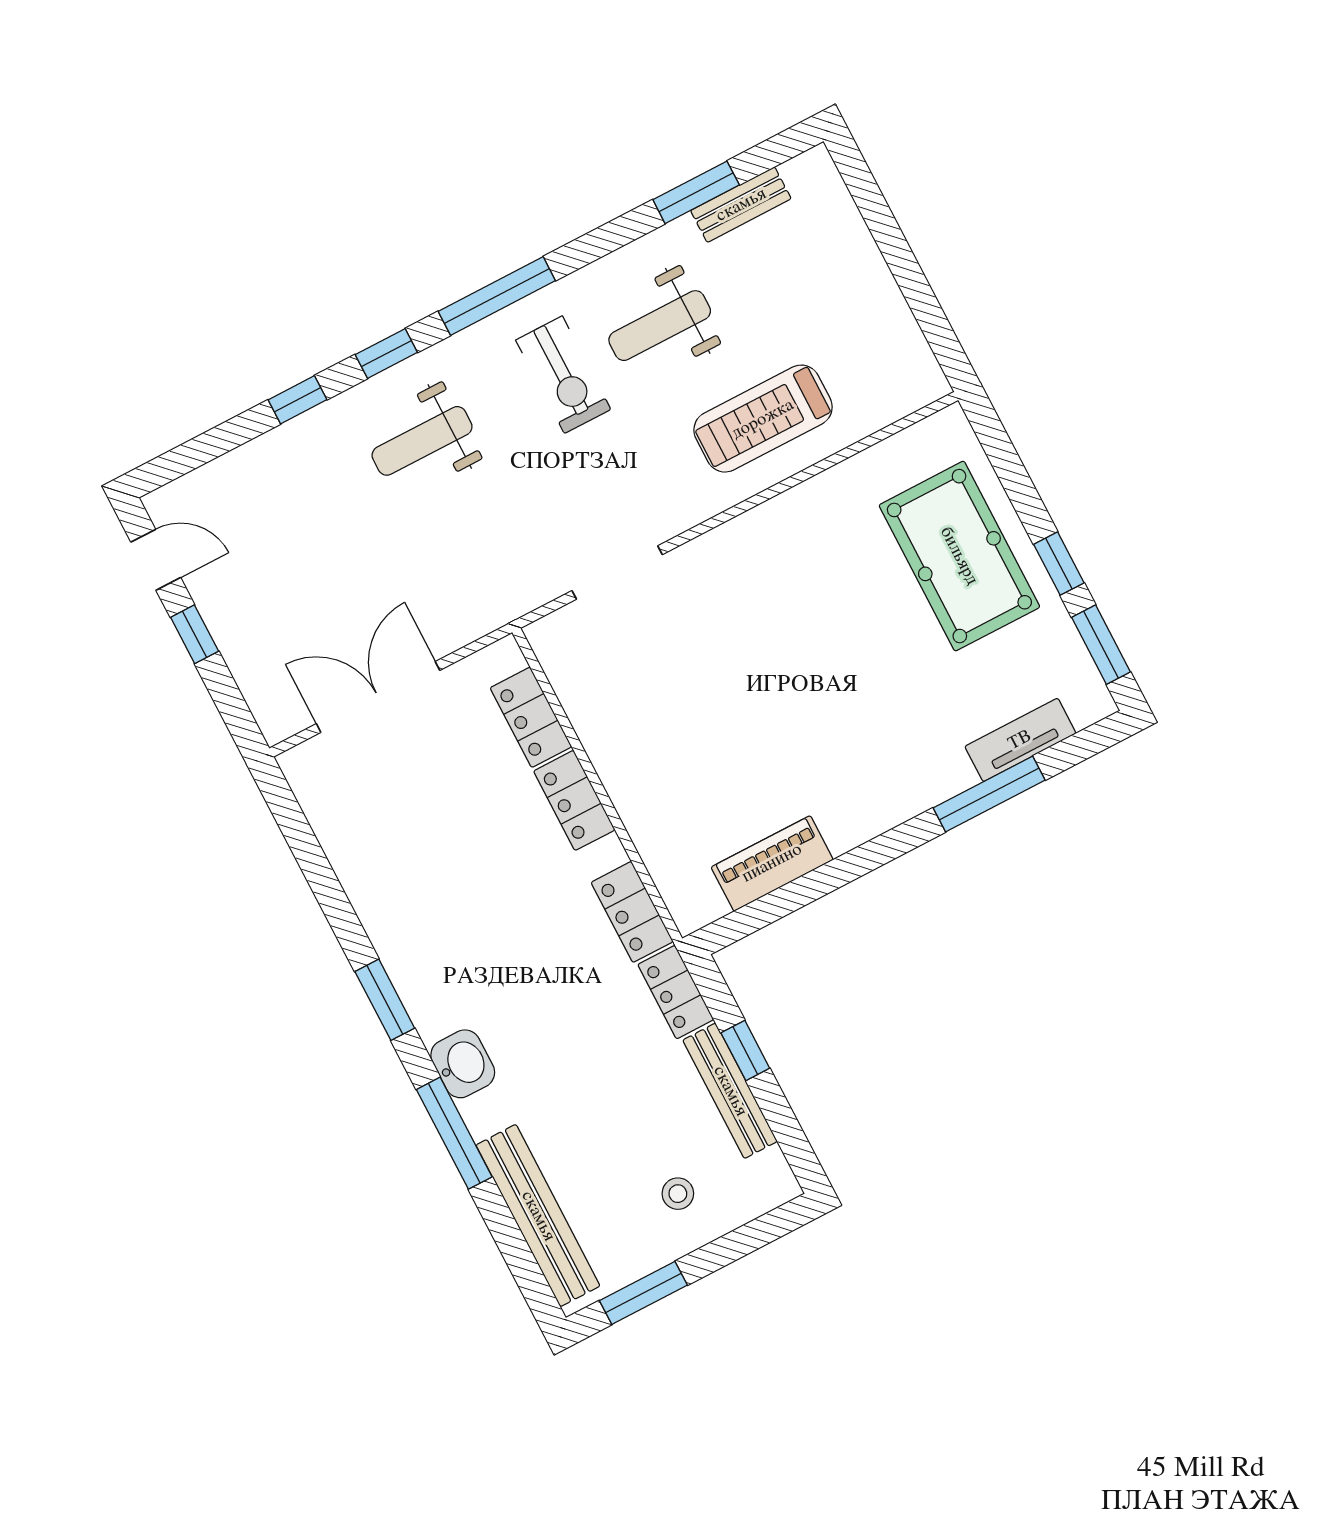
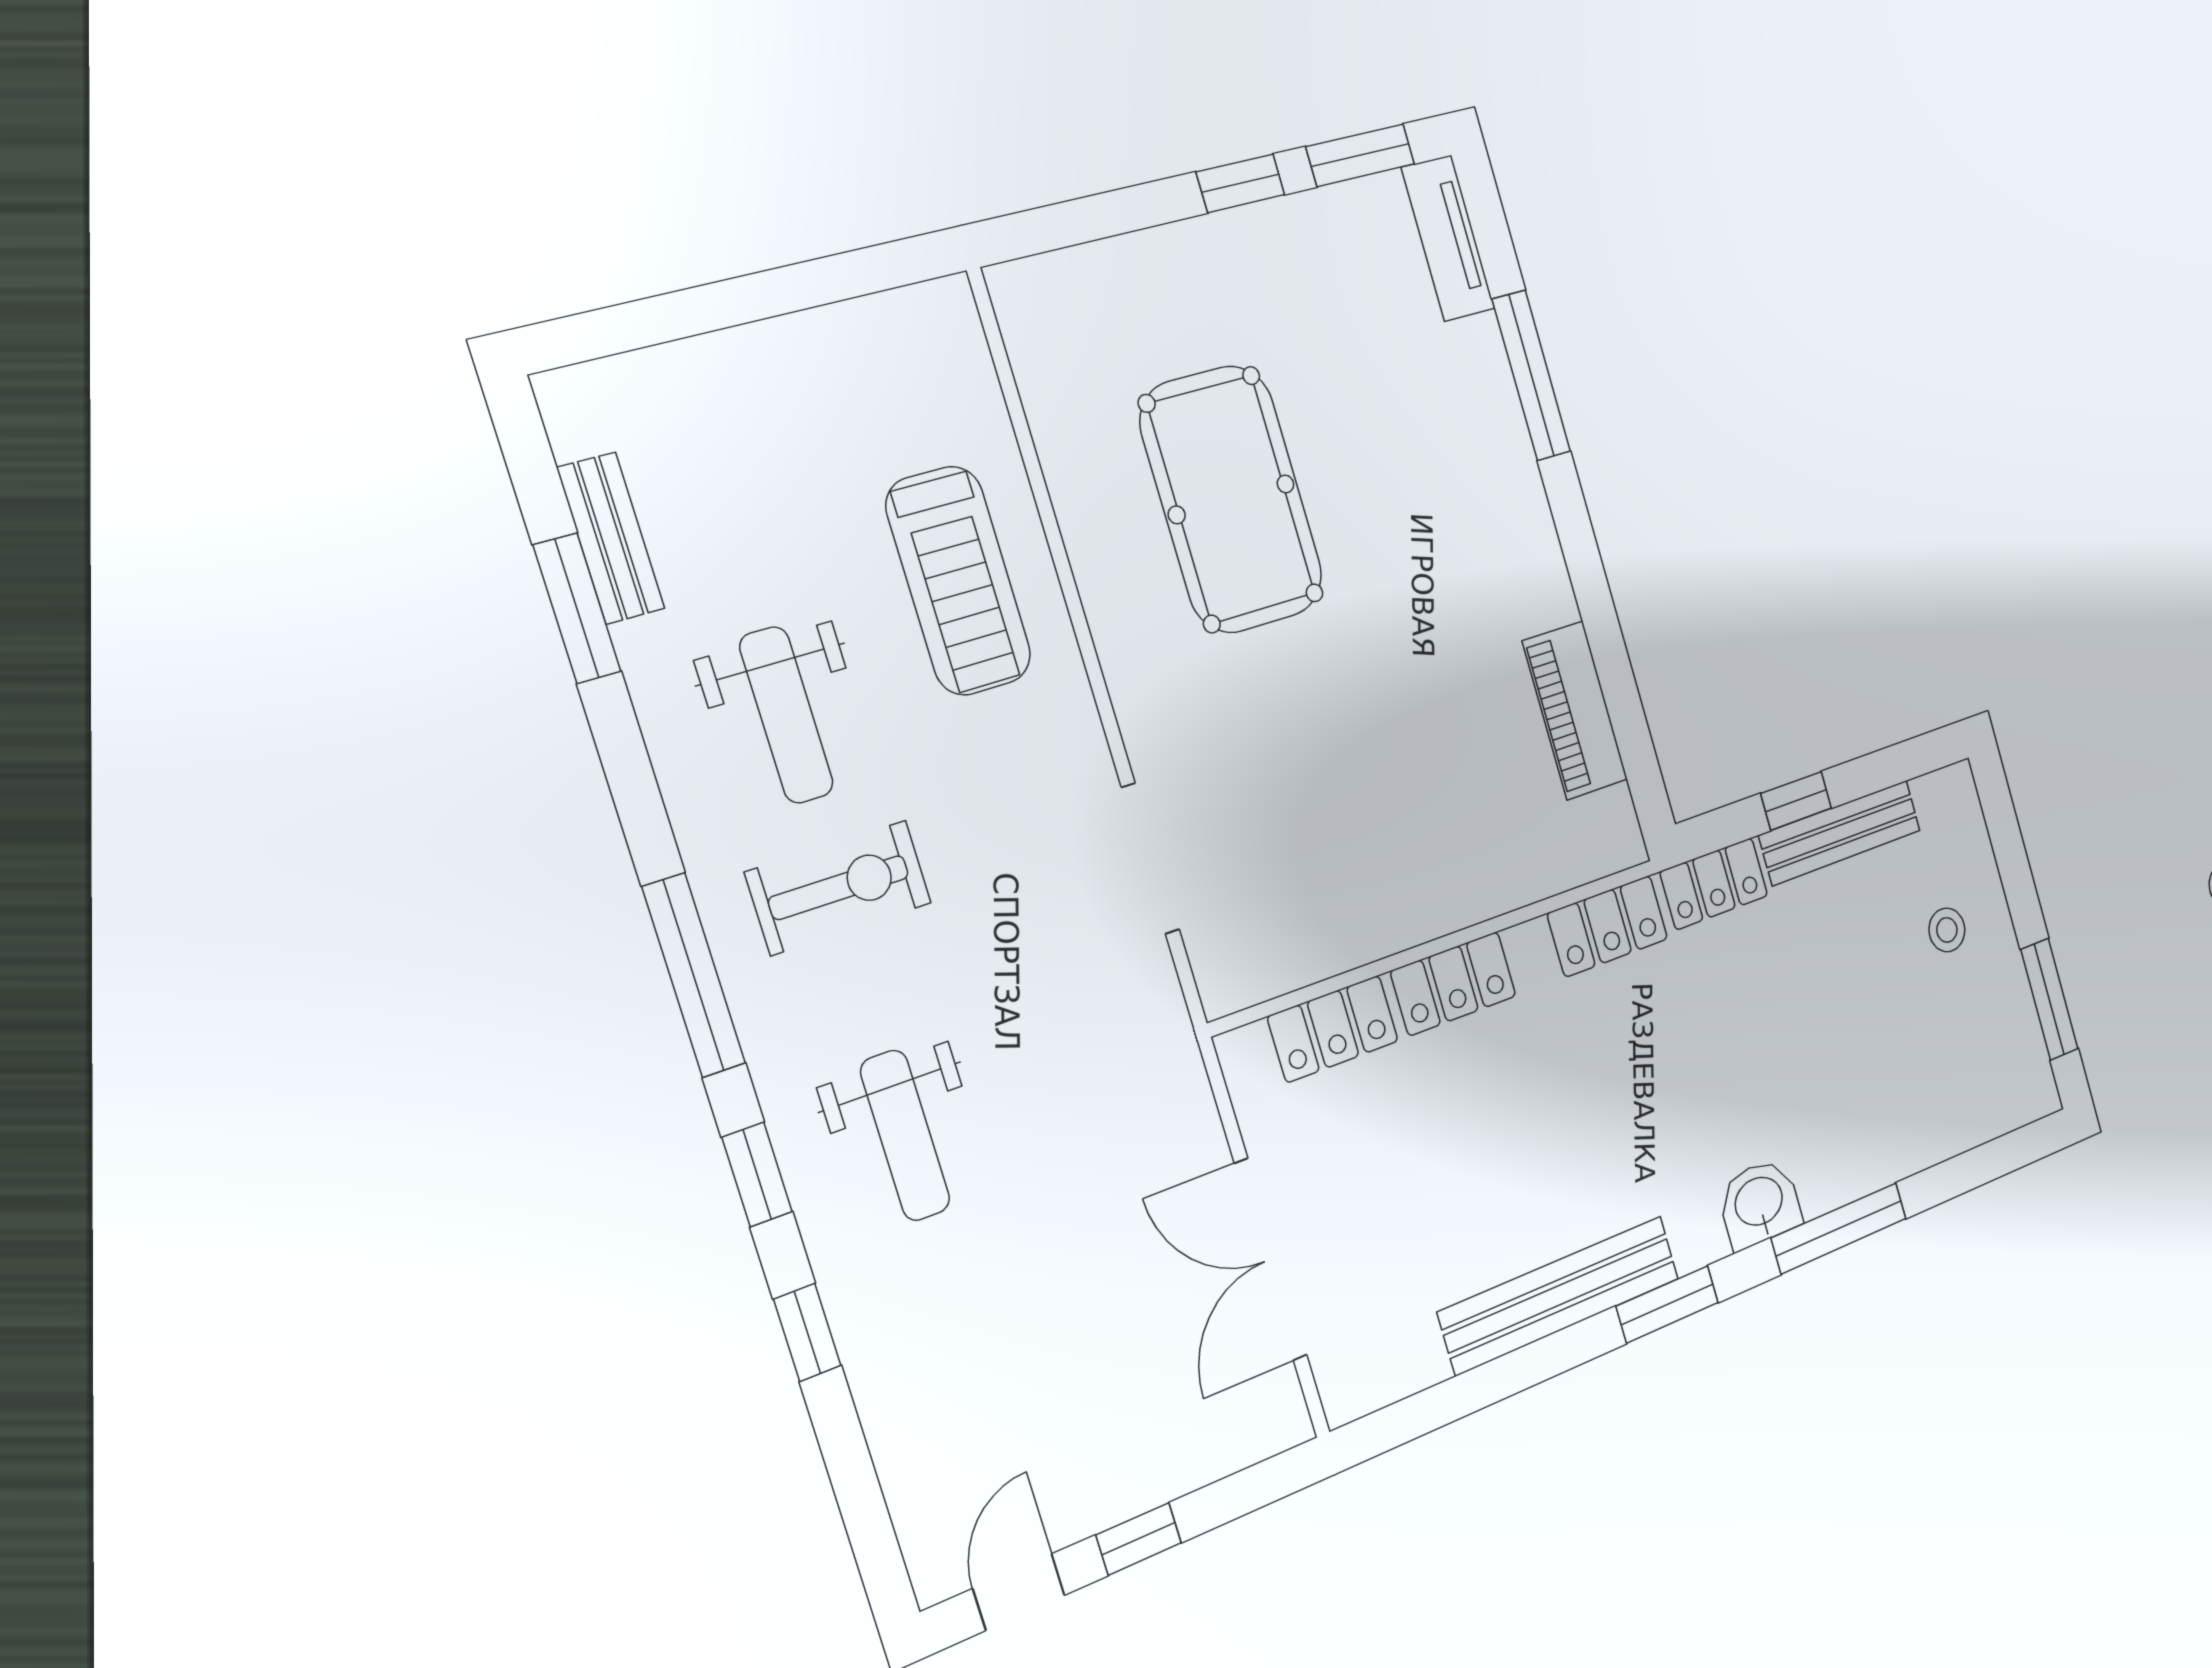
pool table: (959, 556) -> (1232, 499), moved, turned 90
tv unit: (1020, 740) -> (1448, 238), moved
bench: (538, 1216) -> (1560, 1295), moved

